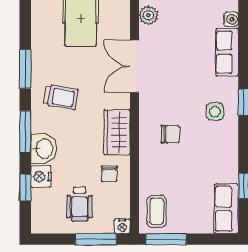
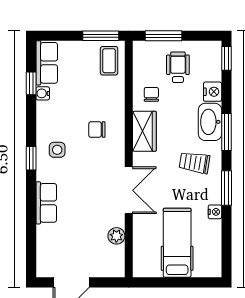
water cooler: (231, 19) -> (43, 93), moved
washbasin: (44, 149) -> (210, 122), width x1.38
window: (25, 188) -> (226, 58), moved
nightstand: (122, 226) -> (215, 212), moved, turned 90

